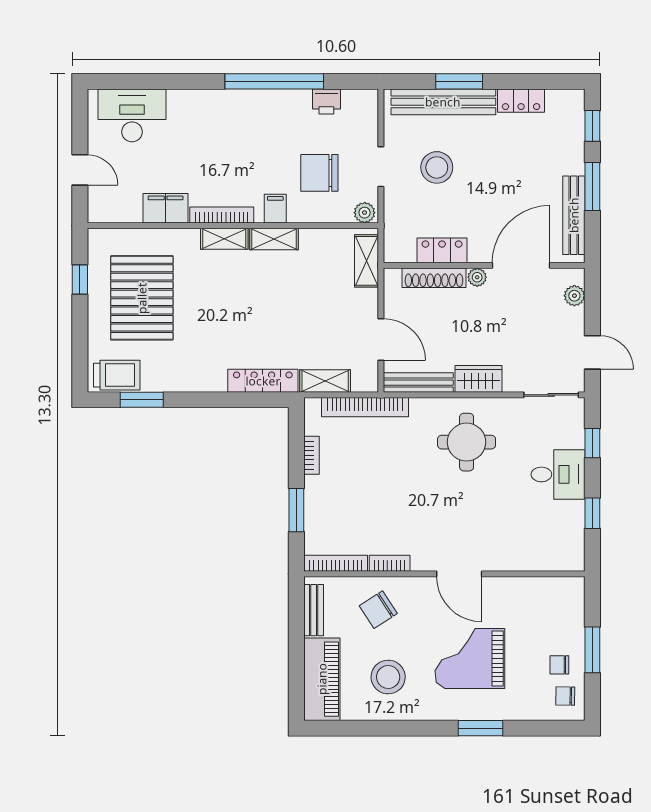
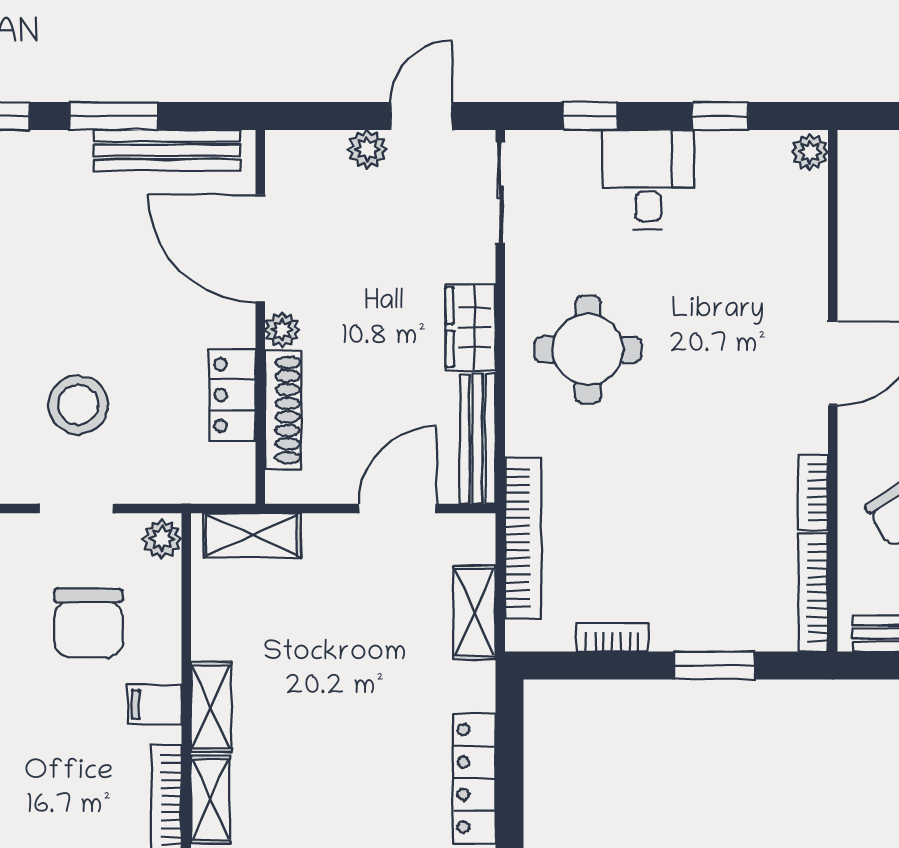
plant: (574, 296) -> (367, 149), moved
locker: (263, 381) -> (474, 778), moved
plant: (573, 562) -> (810, 152), added

